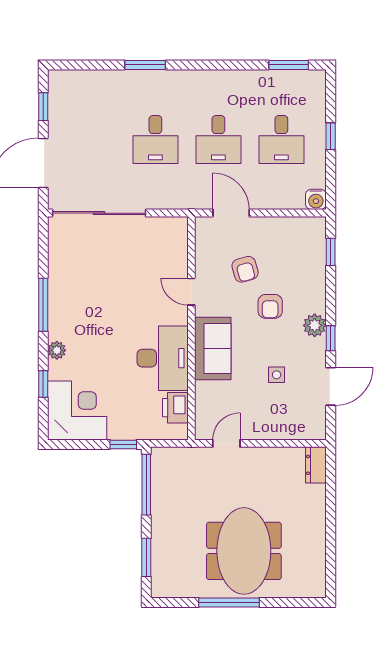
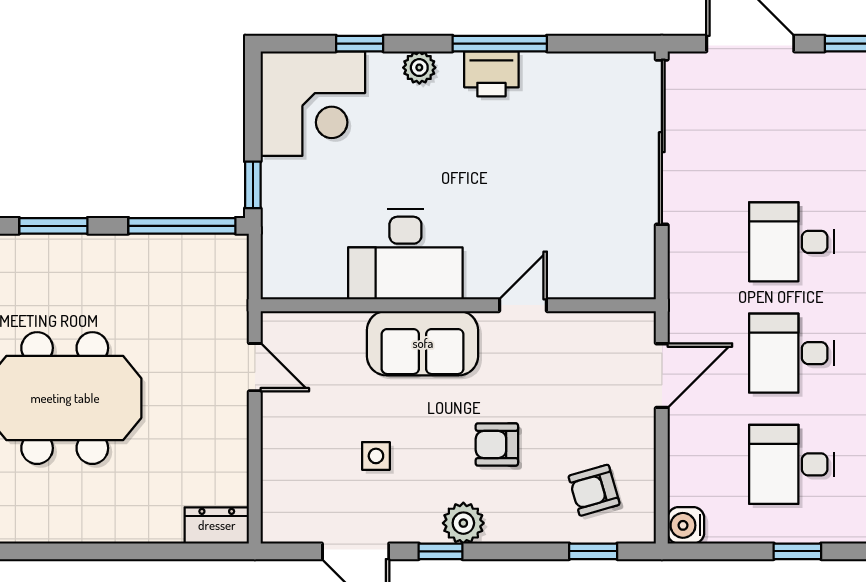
armchair: (245, 269) -> (594, 490), moved
printer: (175, 408) -> (491, 74), moved, turned 180

